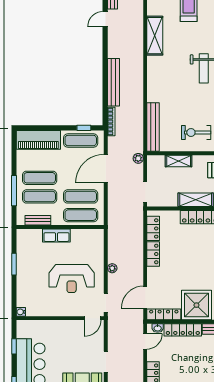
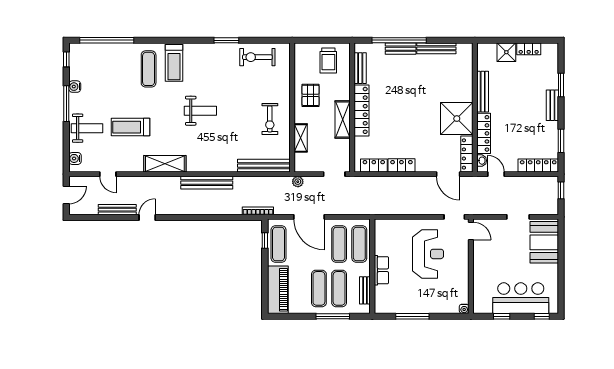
door: (105, 19) -> (147, 218), swing flipped
bench: (114, 82) -> (207, 183), moved
window: (14, 264) -> (412, 316), width x1.44
plant: (112, 268) -> (417, 210), removed

